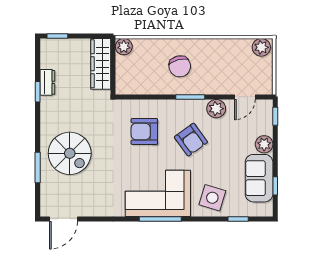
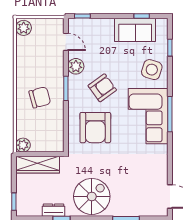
armchair: (144, 131) -> (95, 128), width x1.36, depth x1.36
plant: (264, 144) -> (106, 25), removed
spiral stairs: (70, 153) -> (92, 196), moved

